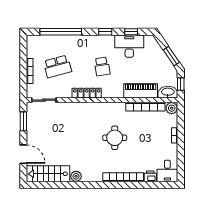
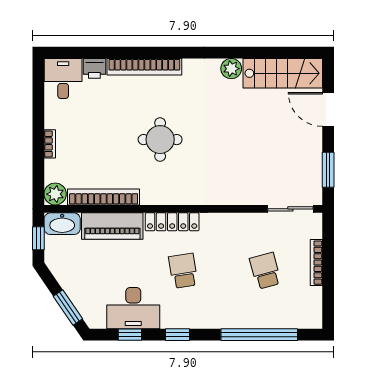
window: (171, 56) -> (68, 307), moved
school desk: (57, 66) -> (265, 271), width x0.54
locker: (87, 93) -> (172, 222), moved

